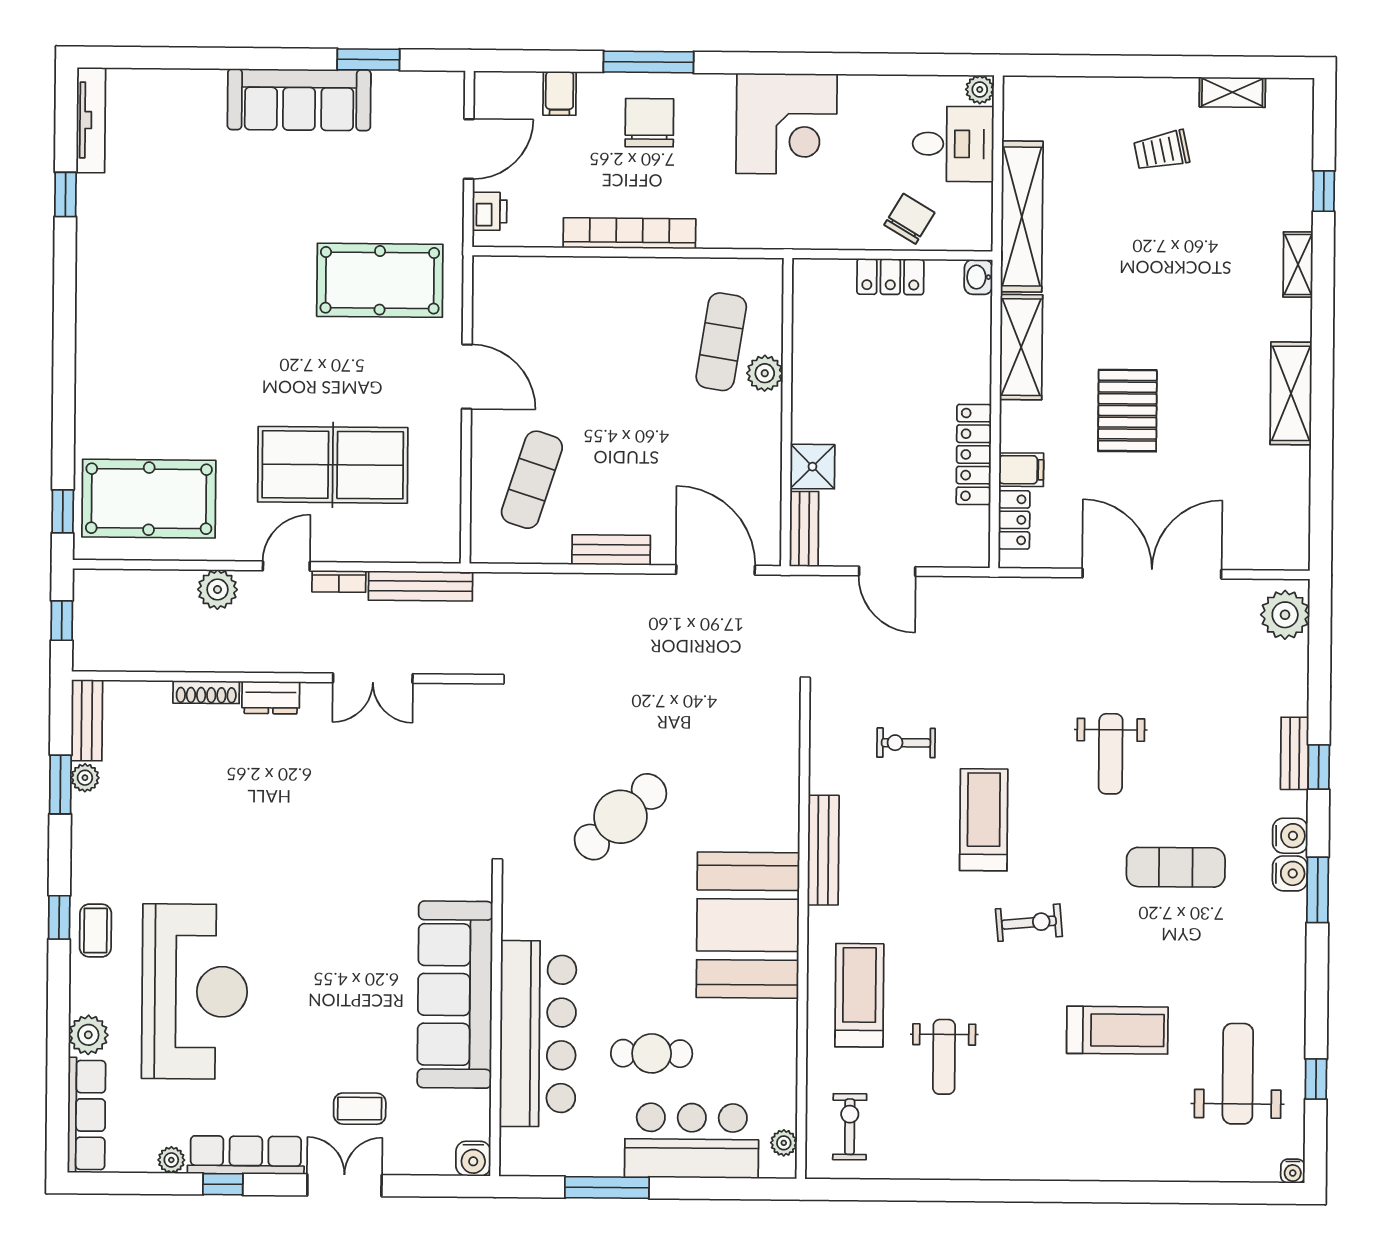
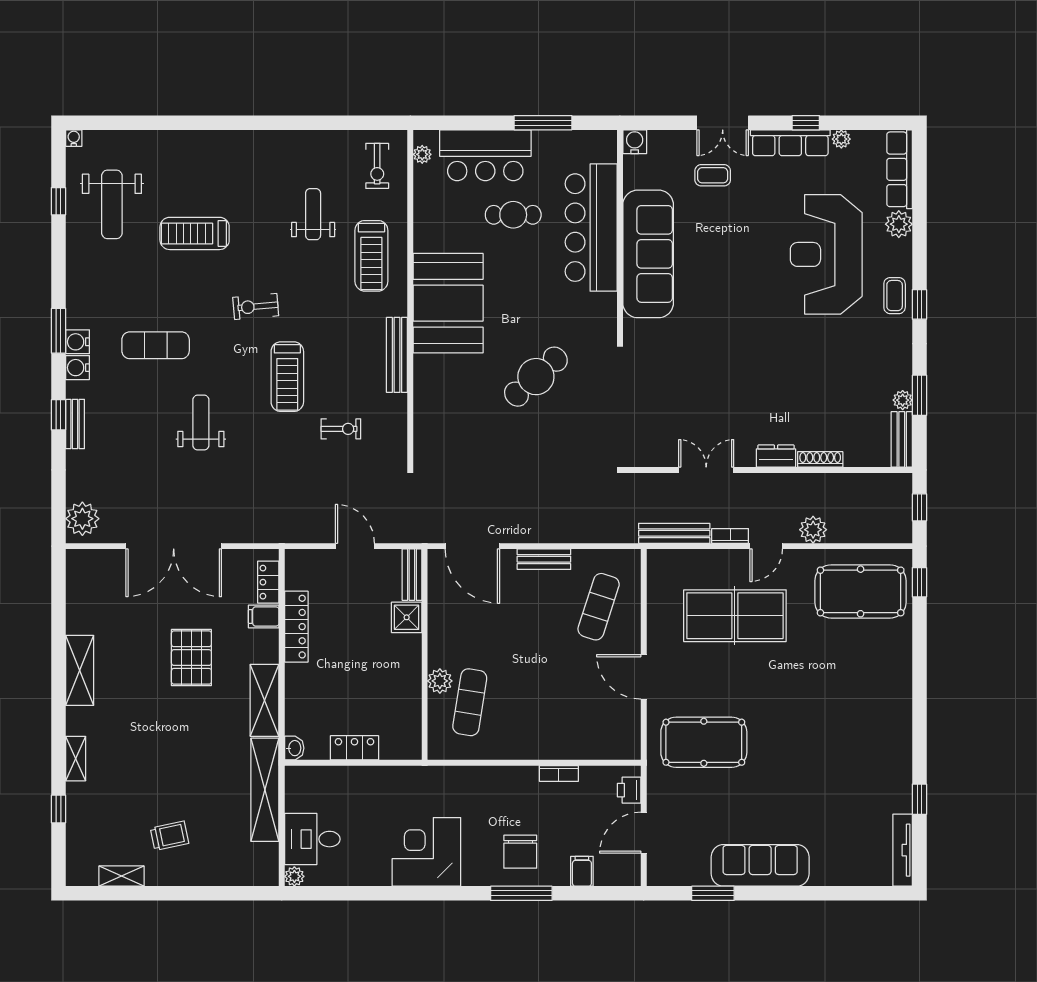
chair: (909, 219) -> (342, 788), removed
bookcase: (629, 233) -> (559, 774), width x0.43, depth x0.76

